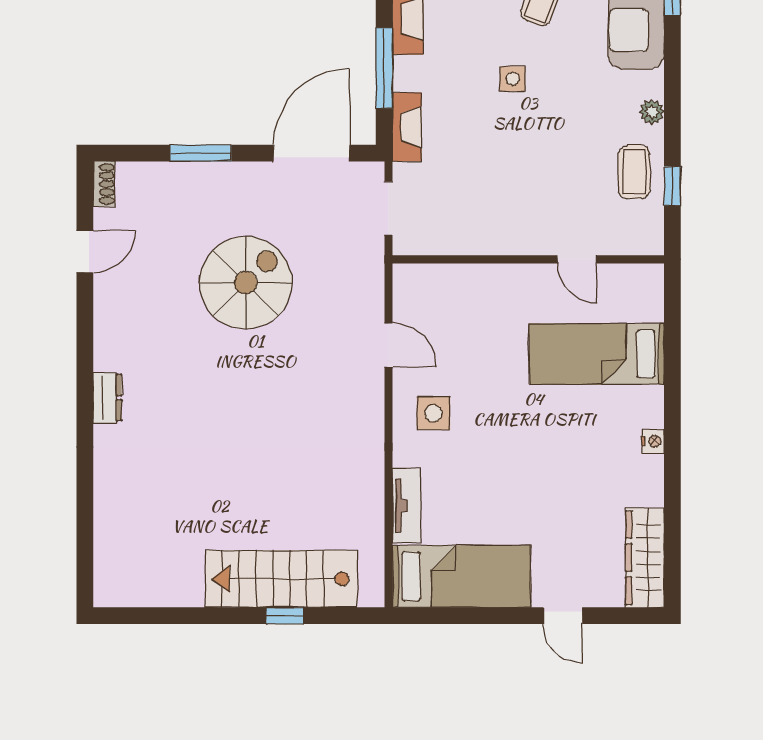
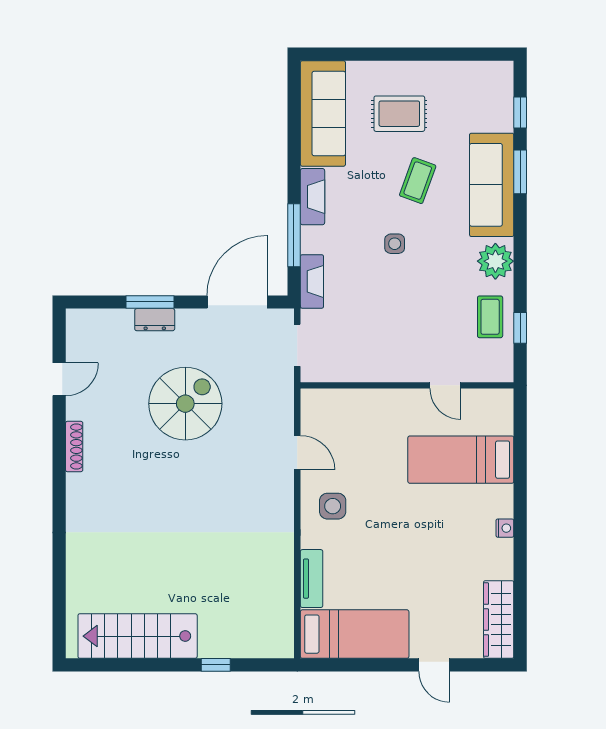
plant: (652, 112) -> (495, 261), width x1.87, depth x1.87
shoe rack: (104, 184) -> (74, 447), moved, width x1.43
dresser: (107, 398) -> (155, 320), moved, turned 90
stairs: (281, 579) -> (138, 636), moved

